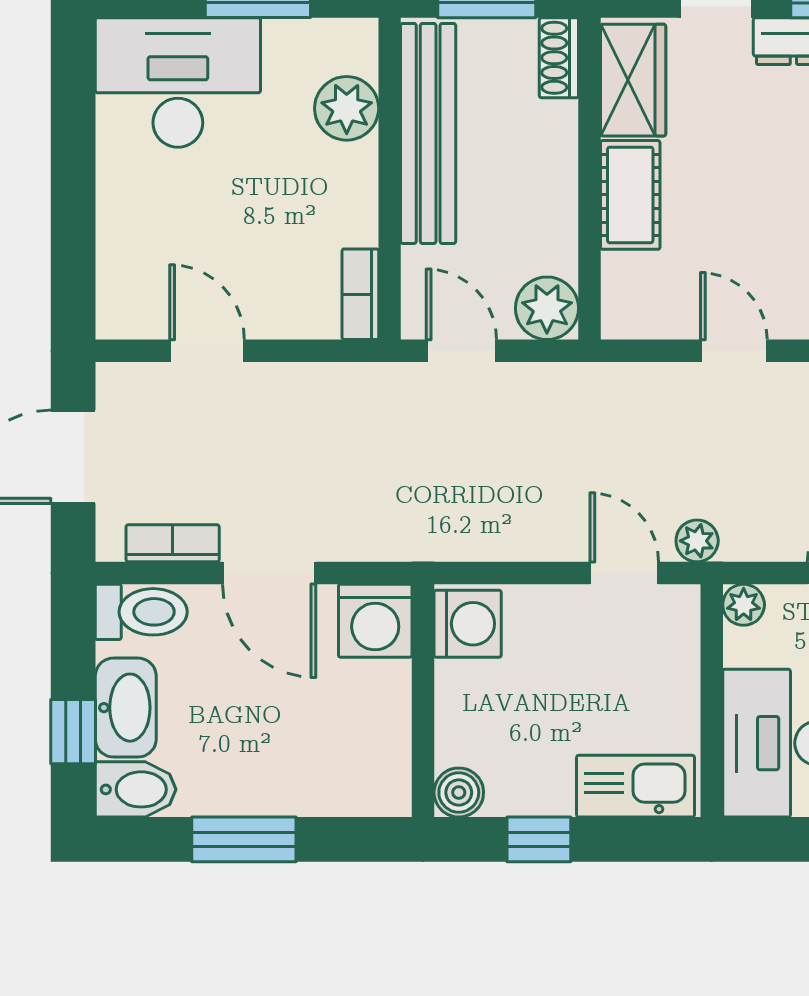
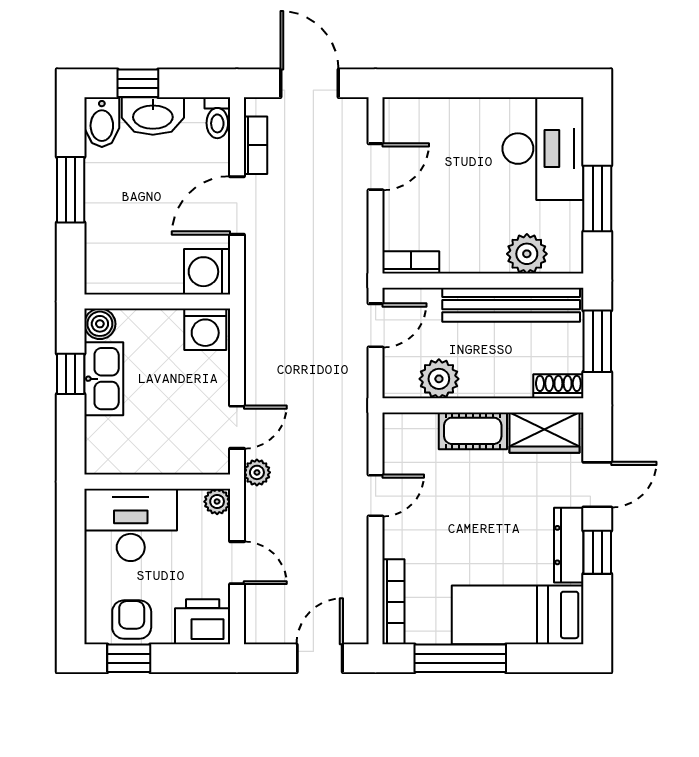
plant: (547, 308) -> (439, 379), moved
toilet: (141, 612) -> (217, 118), width x0.73, depth x0.72
kitchen sink: (636, 786) -> (104, 379), moved

